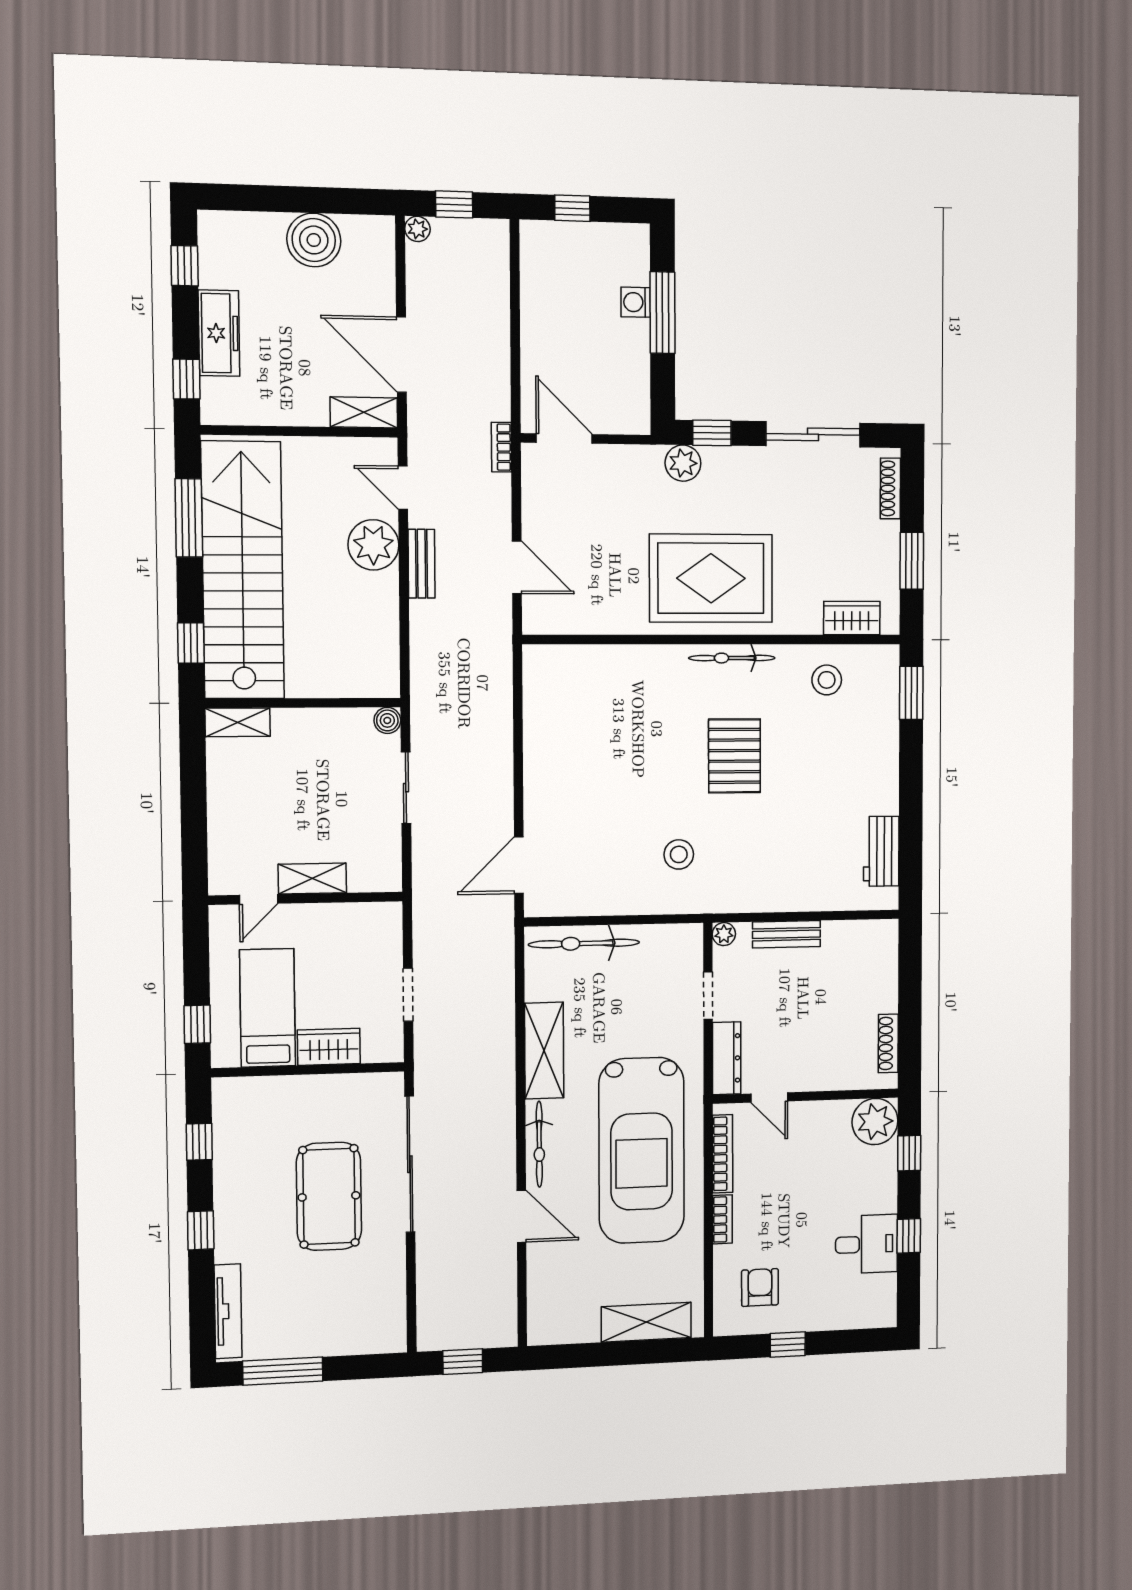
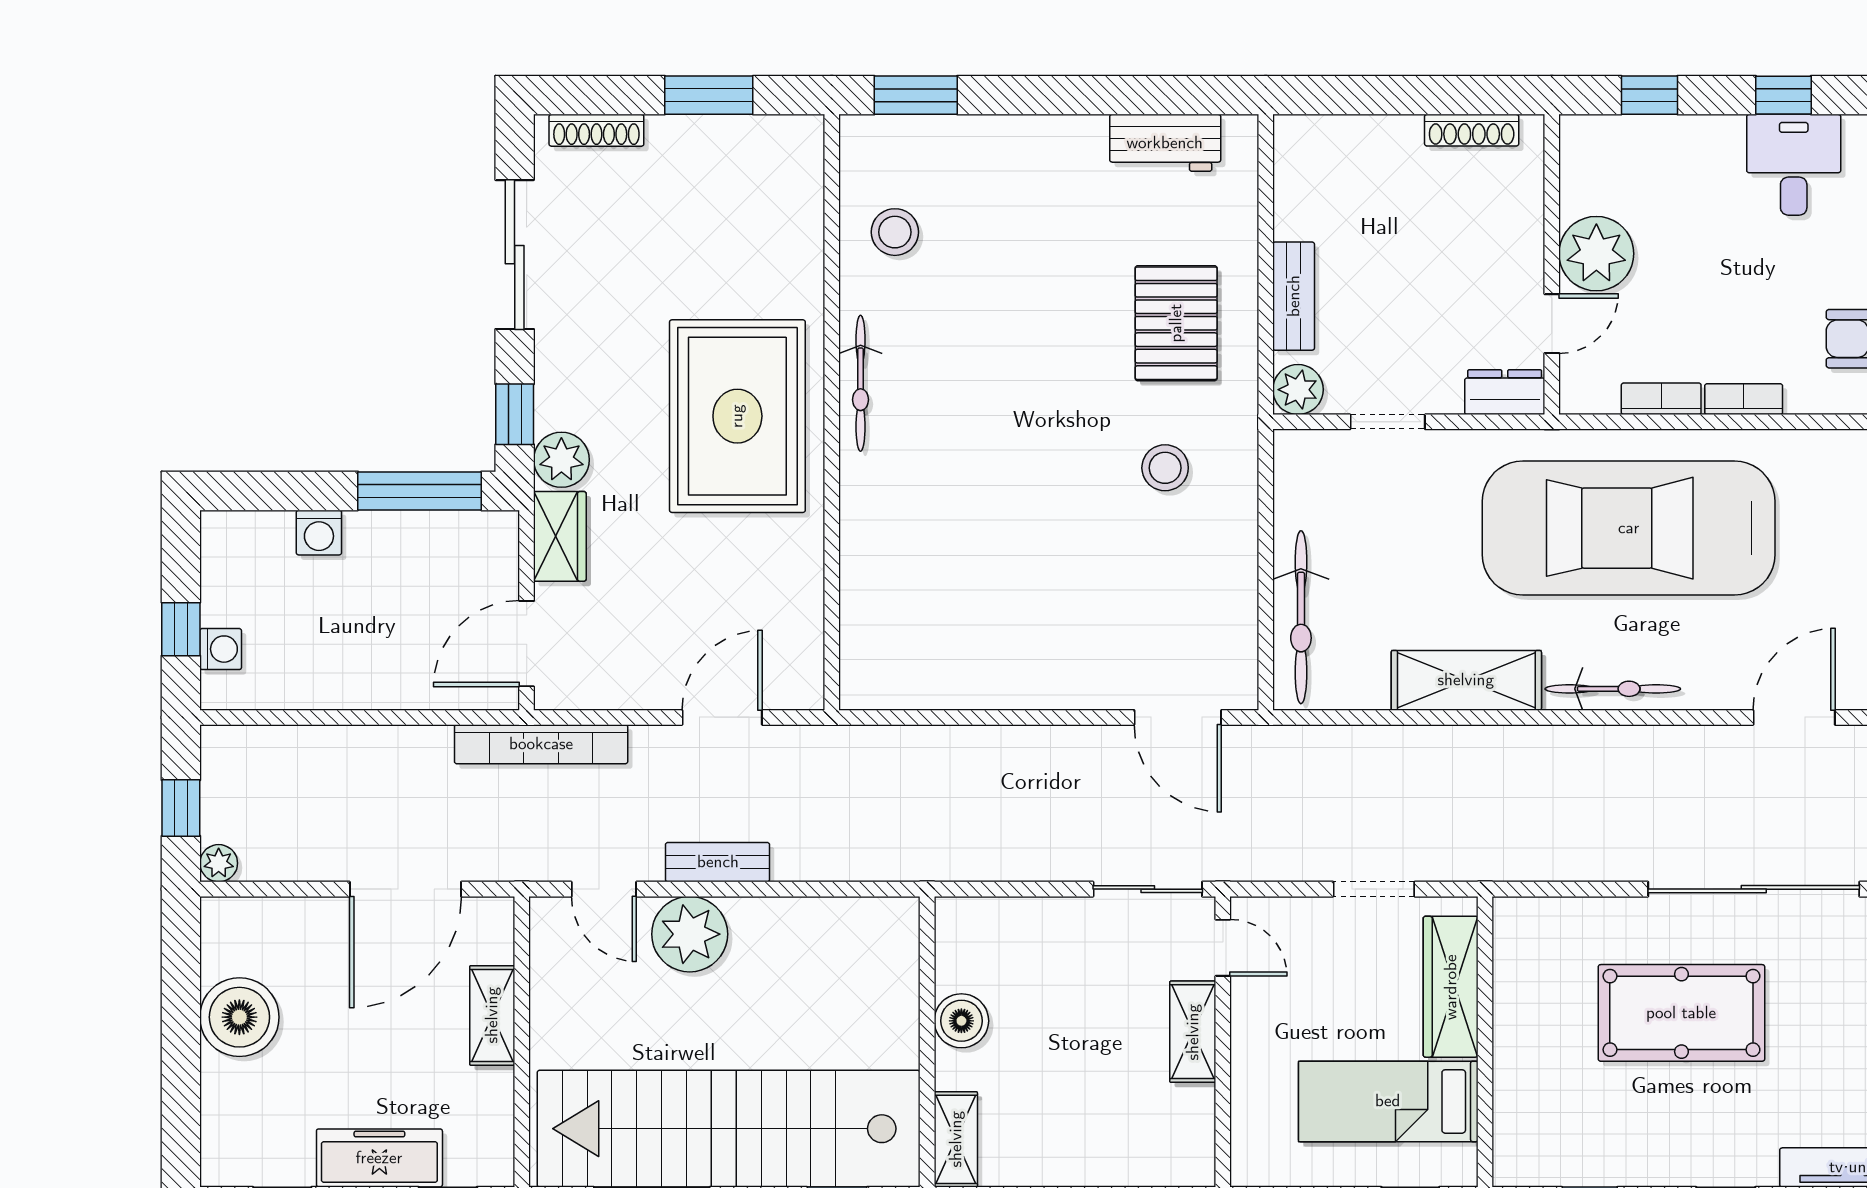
washing machine: (559, 234) -> (221, 649), added
window: (663, 313) -> (420, 491), moved
shelving: (364, 412) -> (492, 1015), moved
bookcase: (501, 447) -> (541, 744), width x2.31, depth x1.31
door: (403, 488) -> (604, 889), hinge flipped
wardrobe: (852, 618) -> (560, 536), moved, turned 180
boiler: (387, 720) -> (961, 1021), moved, width x1.36, depth x1.36
pallet: (734, 756) -> (1176, 323), moved, turned 90
sliding door: (406, 788) -> (1148, 889), moved
door: (259, 899) -> (1223, 948), moved
plant: (724, 934) -> (1298, 390), width x1.38, depth x1.38
wardrobe: (329, 1047) -> (1451, 987), width x1.50
dresser: (727, 1058) -> (1505, 392), width x0.70
plant: (875, 1121) -> (1596, 254), moved
car: (642, 1150) -> (1629, 528), turned 180
bookcase: (723, 1154) -> (1661, 399), width x0.64
sliding door: (410, 1164) -> (1754, 889), moved
door: (521, 1216) -> (1794, 717), moved

